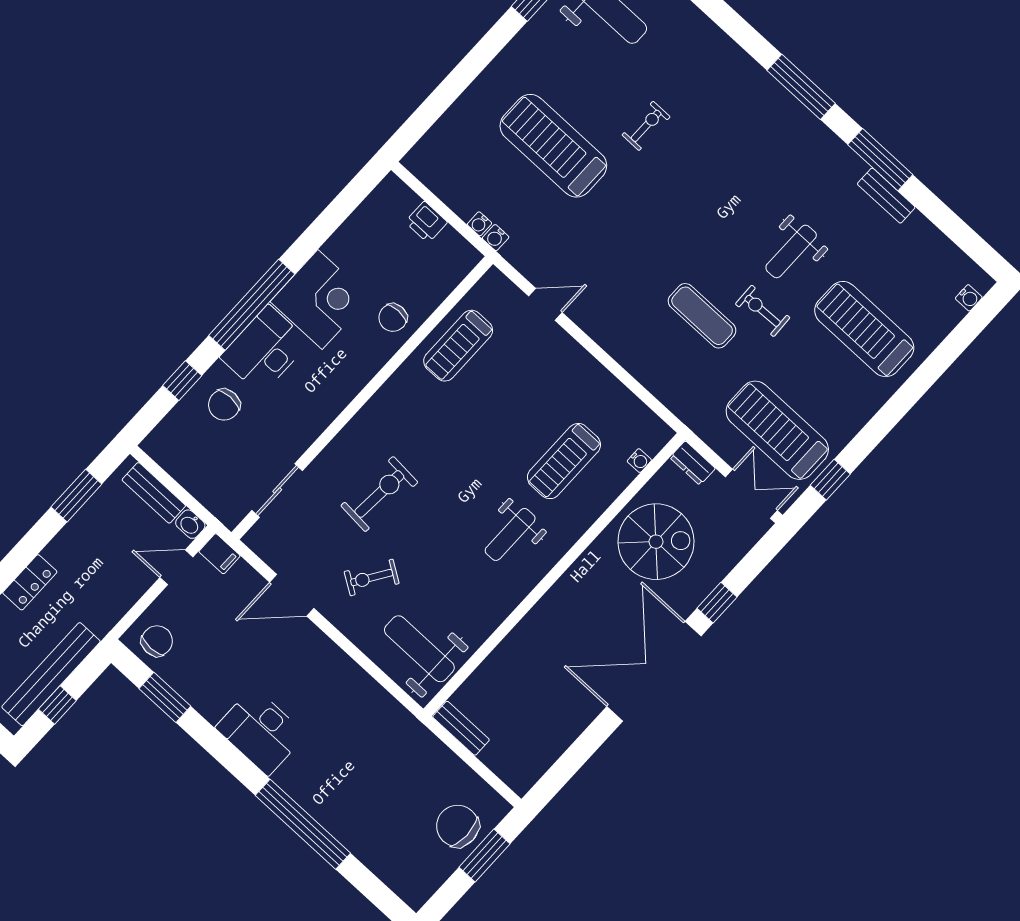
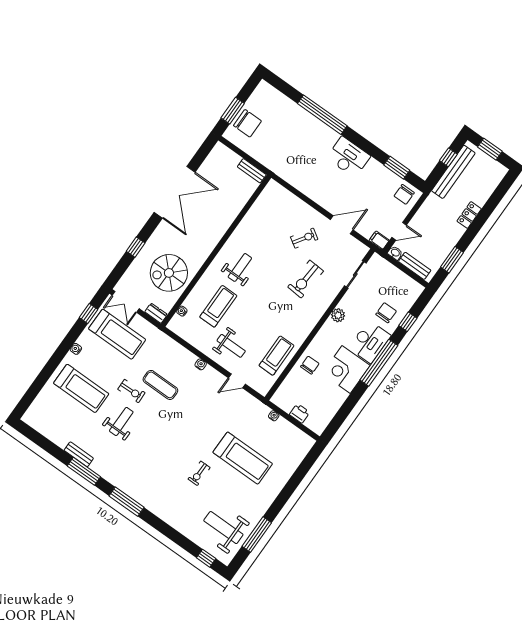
water cooler: (496, 238) -> (201, 364), moved
water cooler: (969, 298) -> (76, 349), moved
plant: (323, 412) -> (338, 315), added
weight bench: (419, 649) -> (231, 346), moved, width x0.73, depth x0.75
double door: (654, 671) -> (175, 192), moved

